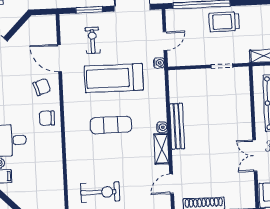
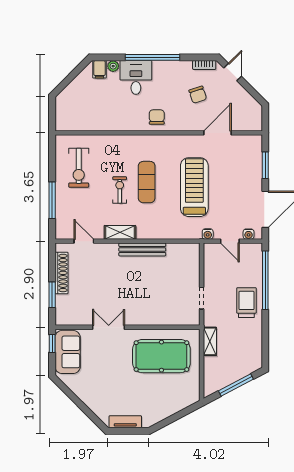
exercise bike: (92, 40) -> (120, 190), moved, turned -89
chair: (42, 87) -> (198, 95), moved
water cooler: (162, 127) -> (249, 234), moved

